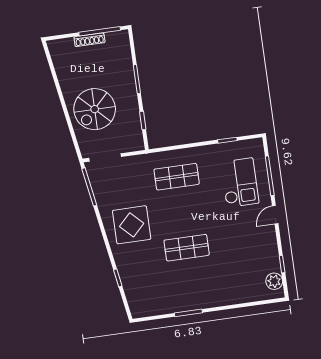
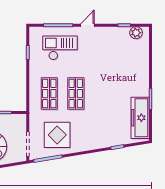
door: (275, 215) -> (87, 25), swing flipped
display table: (132, 225) -> (57, 135), moved
shop shelf: (187, 248) -> (76, 94), moved
freezer: (161, 303) -> (140, 118), added

